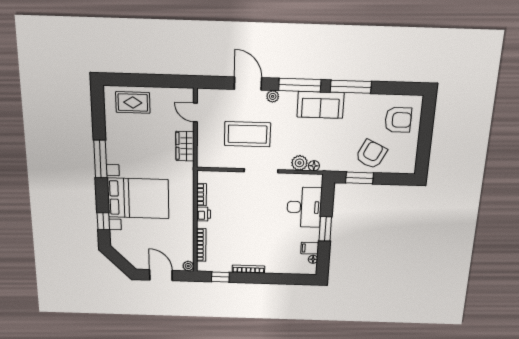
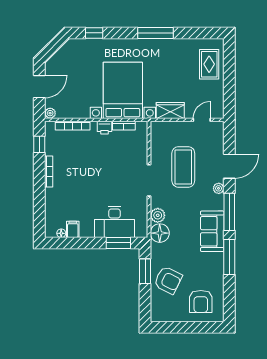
floor lamp: (314, 166) -> (160, 233), width x1.89, depth x1.89
bed with nightstands: (138, 198) -> (123, 90), moved, turned 180
window: (325, 229) -> (118, 243), moved

